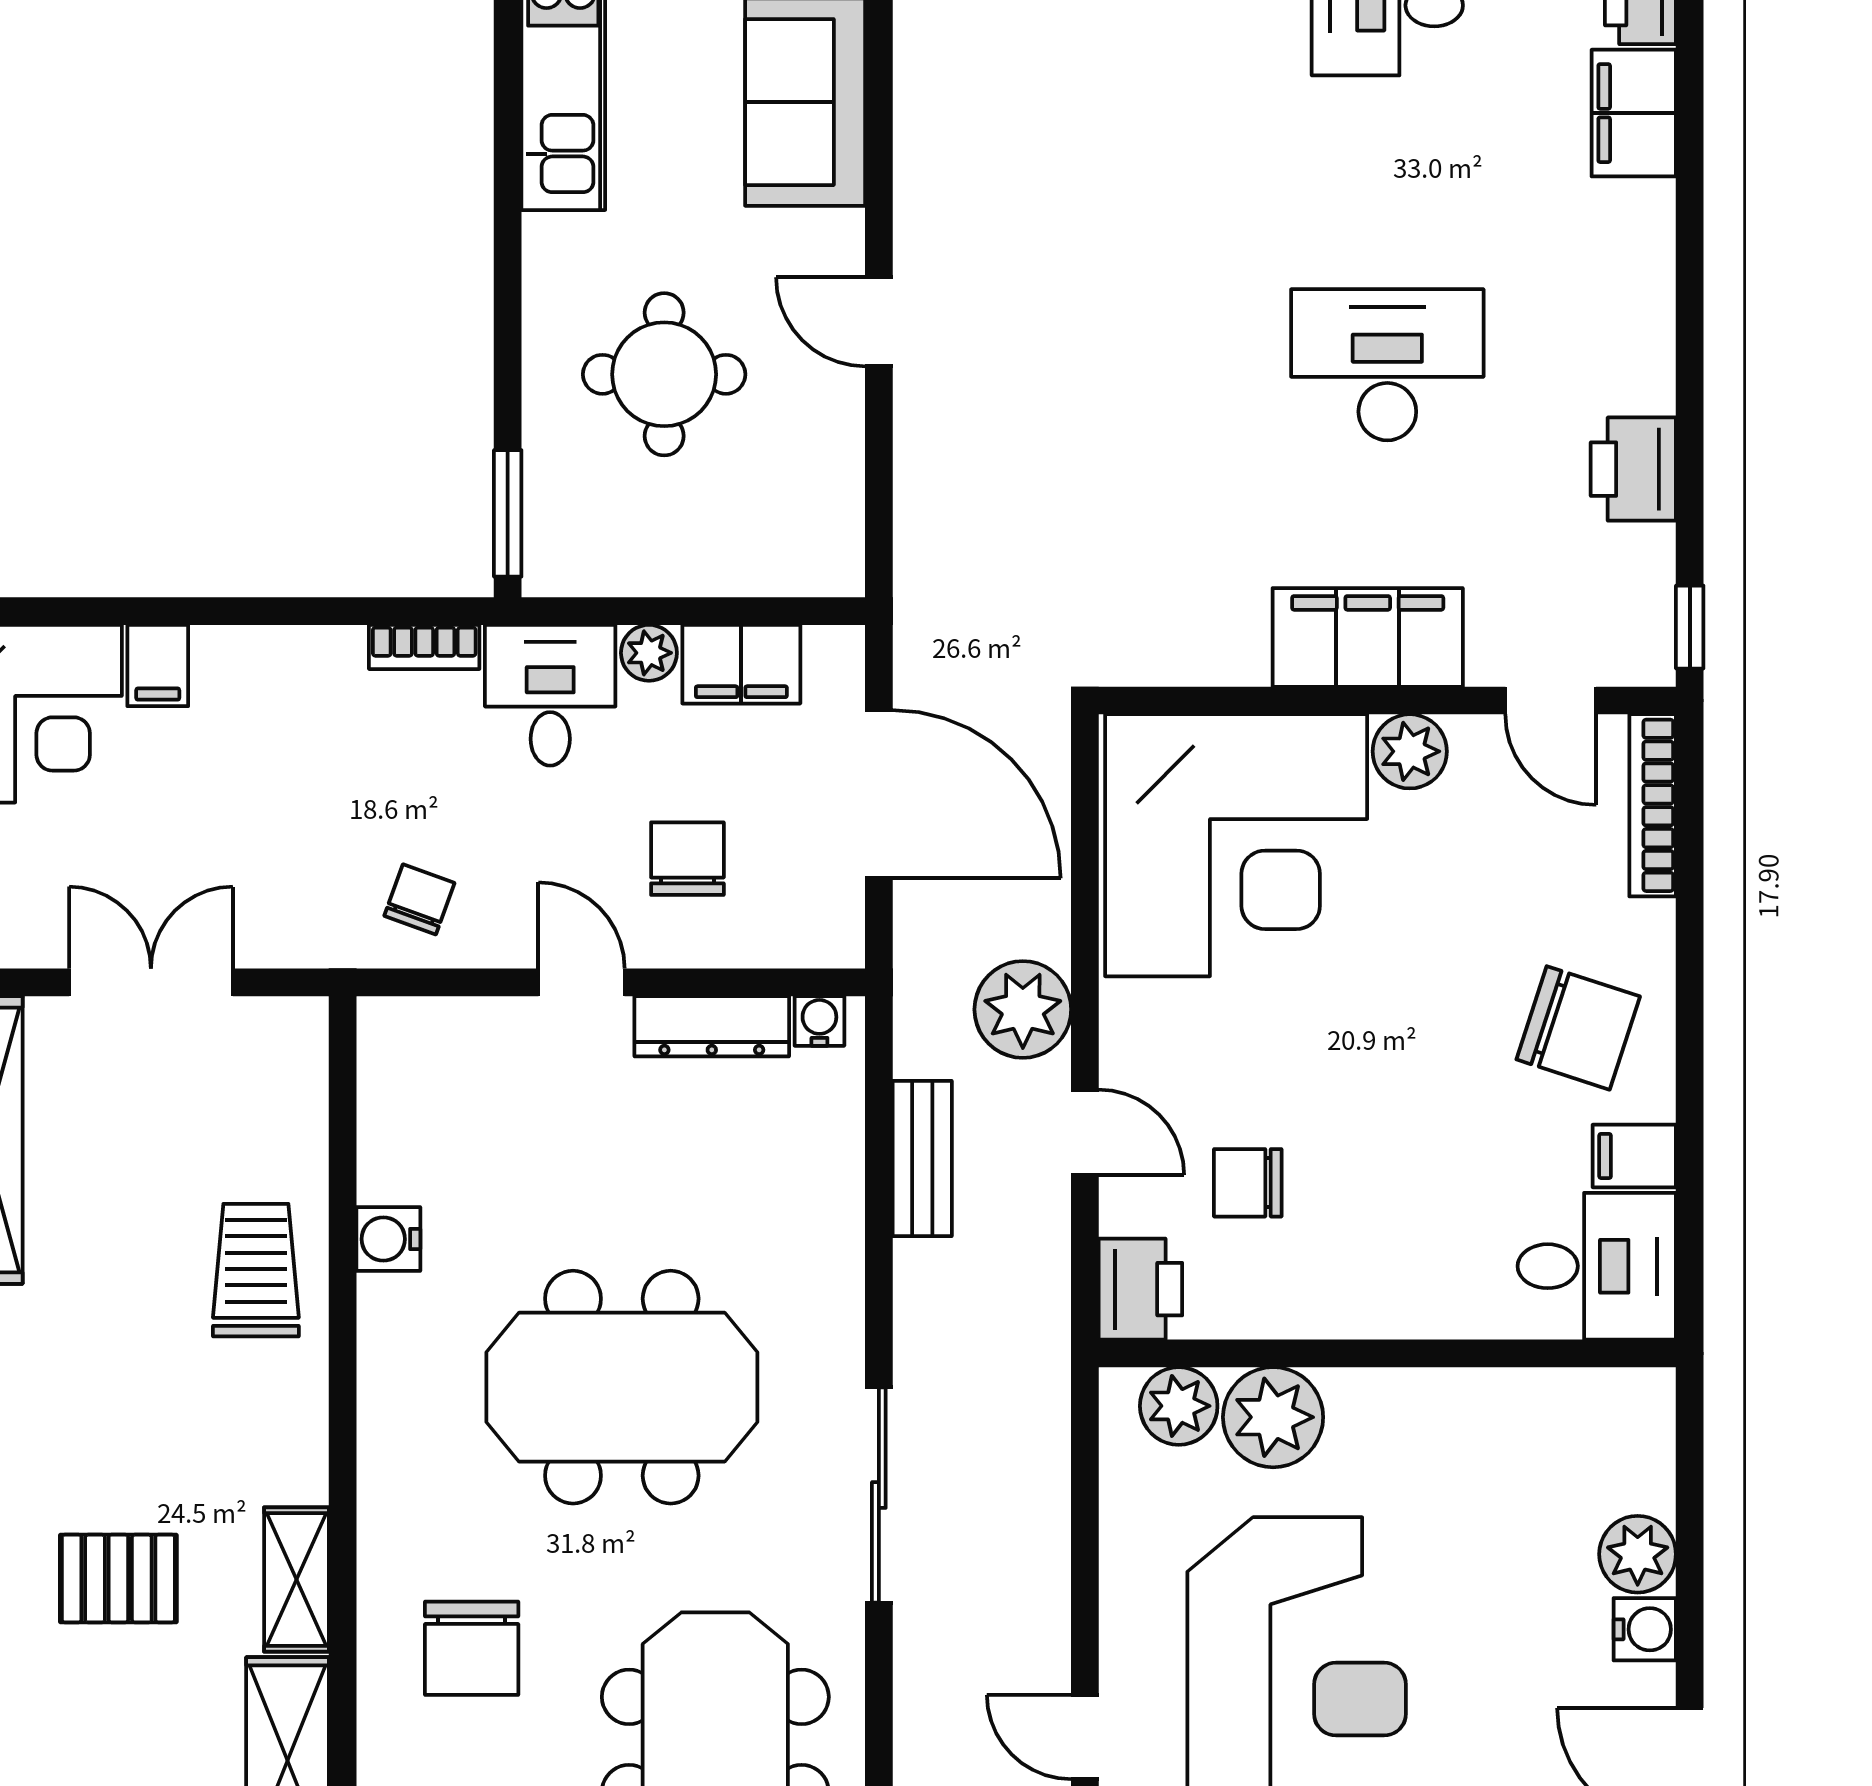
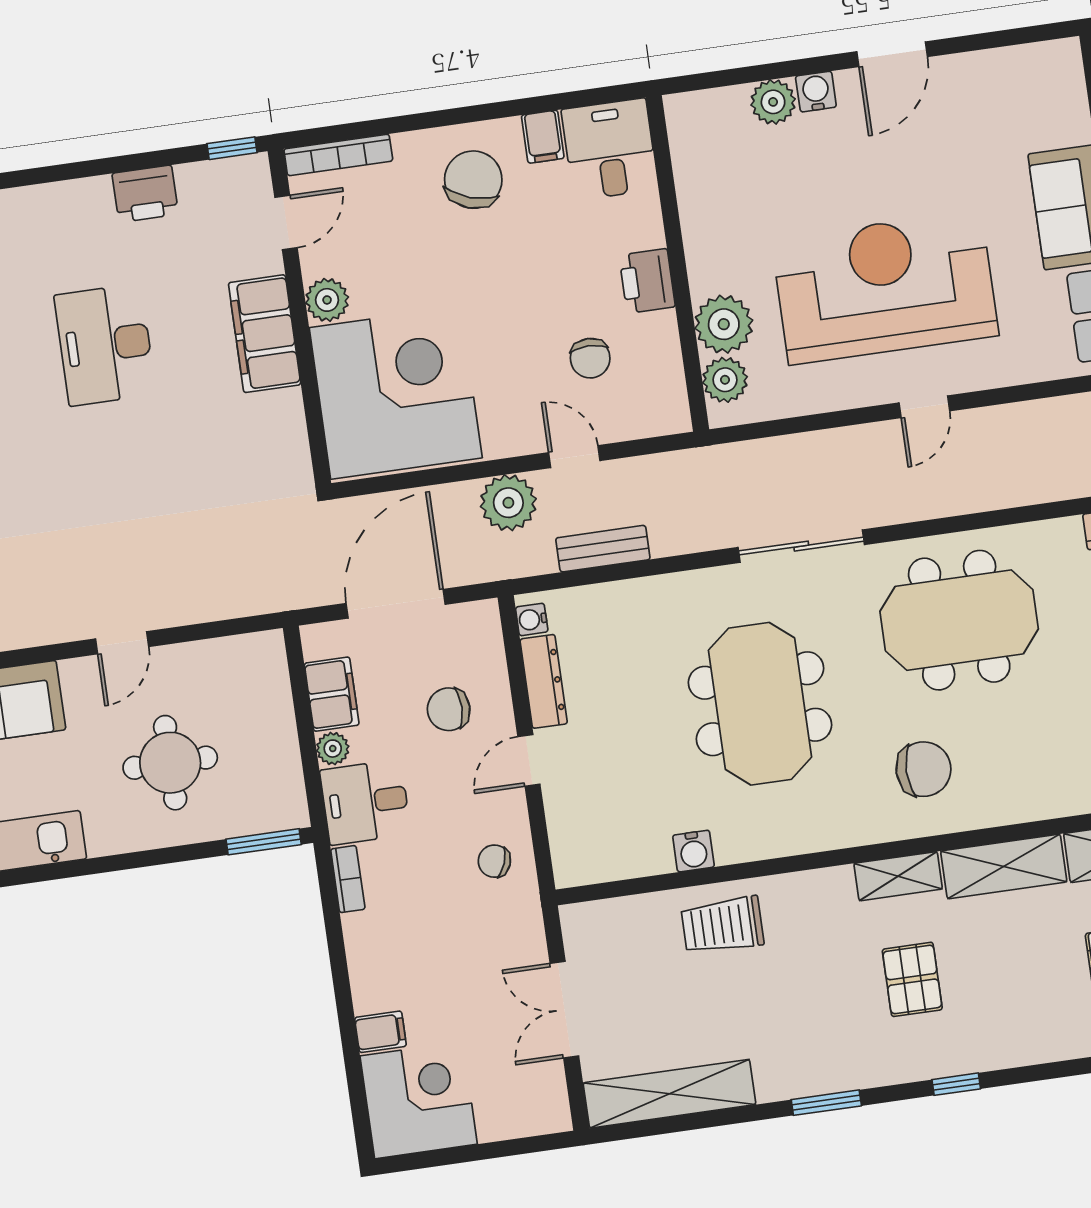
door: (1085, 1132) -> (574, 457), hinge flipped
printer: (1140, 1289) -> (647, 281), moved, turned -90

